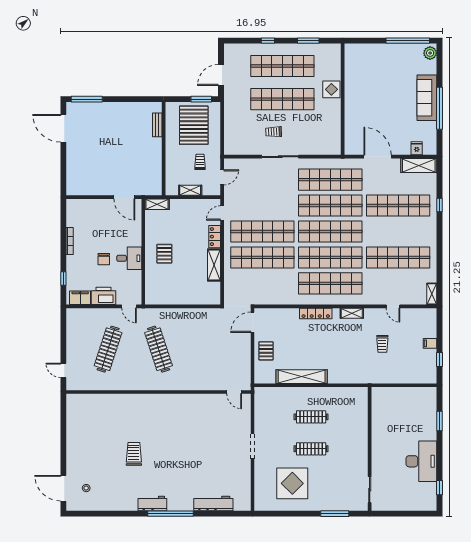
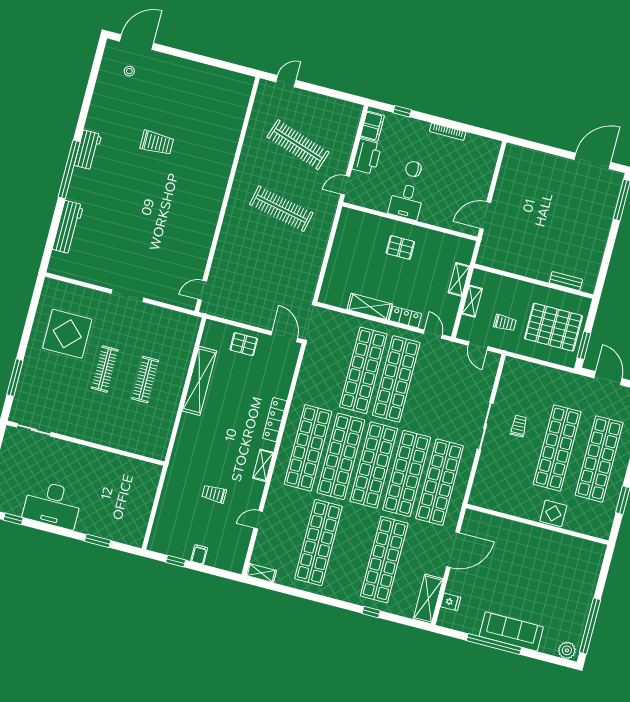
shelving: (157, 204) -> (459, 279), moved
clothes rail: (159, 349) -> (281, 209), turned 30

